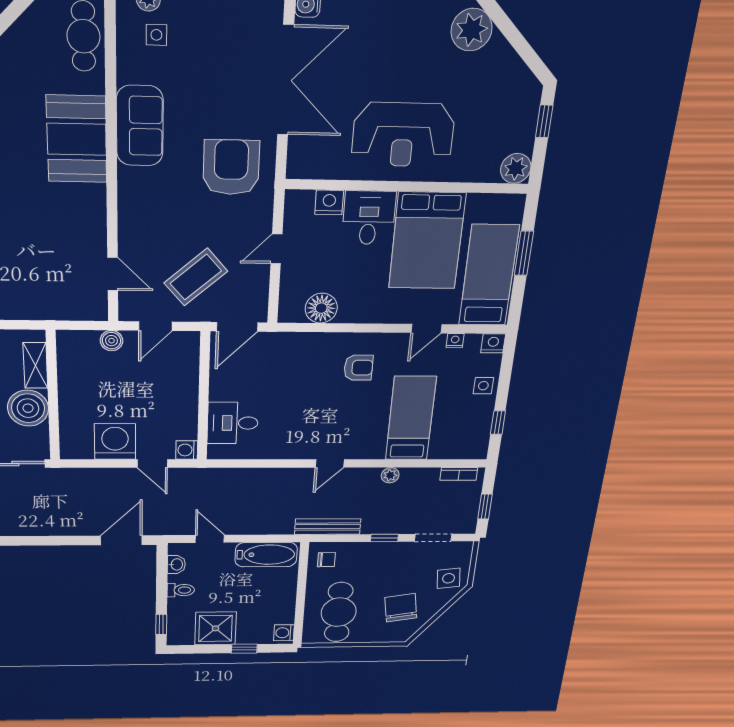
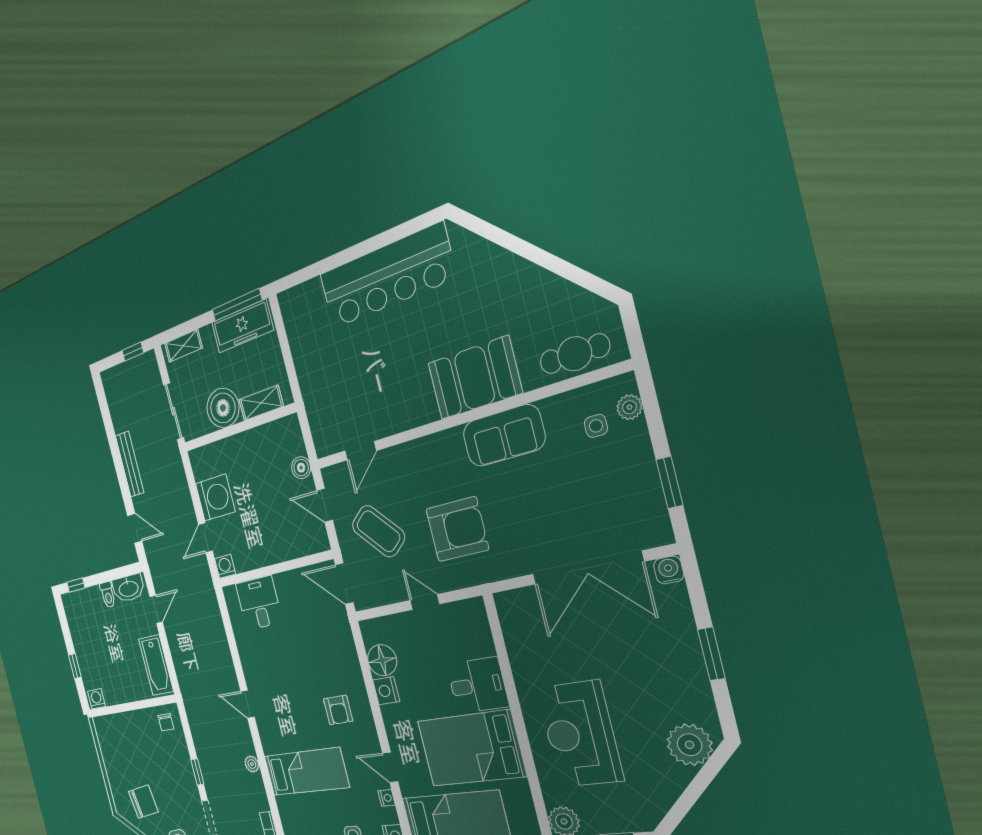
reception desk: (403, 135) -> (580, 734), moved
armchair: (231, 167) -> (457, 529), moved
nightstand: (329, 202) -> (386, 691), moved, turned 180
bench: (328, 527) -> (130, 464), moved
door: (121, 540) -> (135, 528), width x0.73
washbasin: (176, 564) -> (128, 588), width x1.91, depth x1.45
cafe table: (339, 612) -> (125, 745), removed
shower: (215, 628) -> (85, 635), removed

